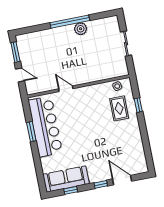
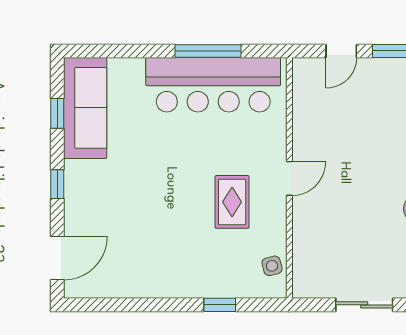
door: (66, 89) -> (289, 178), moved
rug: (119, 108) -> (232, 202), moved, turned 90
window: (31, 132) -> (208, 51), width x1.44
door: (122, 180) -> (57, 258), moved

